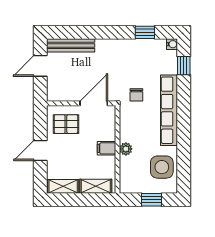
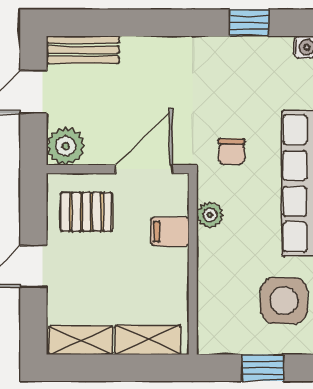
bench: (71, 45) -> (83, 50), width x0.73
plant: (56, 92) -> (65, 146), added
filing cabinet: (106, 148) -> (170, 232), moved
plant: (126, 149) -> (210, 215), moved

